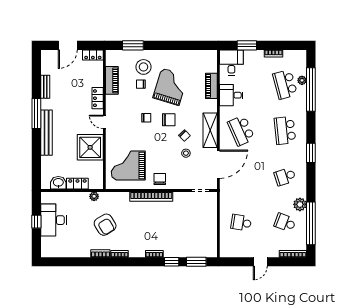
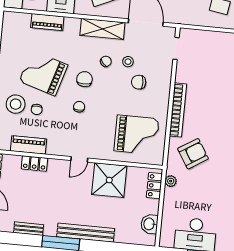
locker: (98, 98) -> (34, 164), moved
grand piano: (128, 166) -> (136, 135), turned -90
chair: (160, 179) -> (139, 82), moved
locker: (77, 184) -> (154, 186), moved
armchair: (105, 225) -> (193, 154), moved

